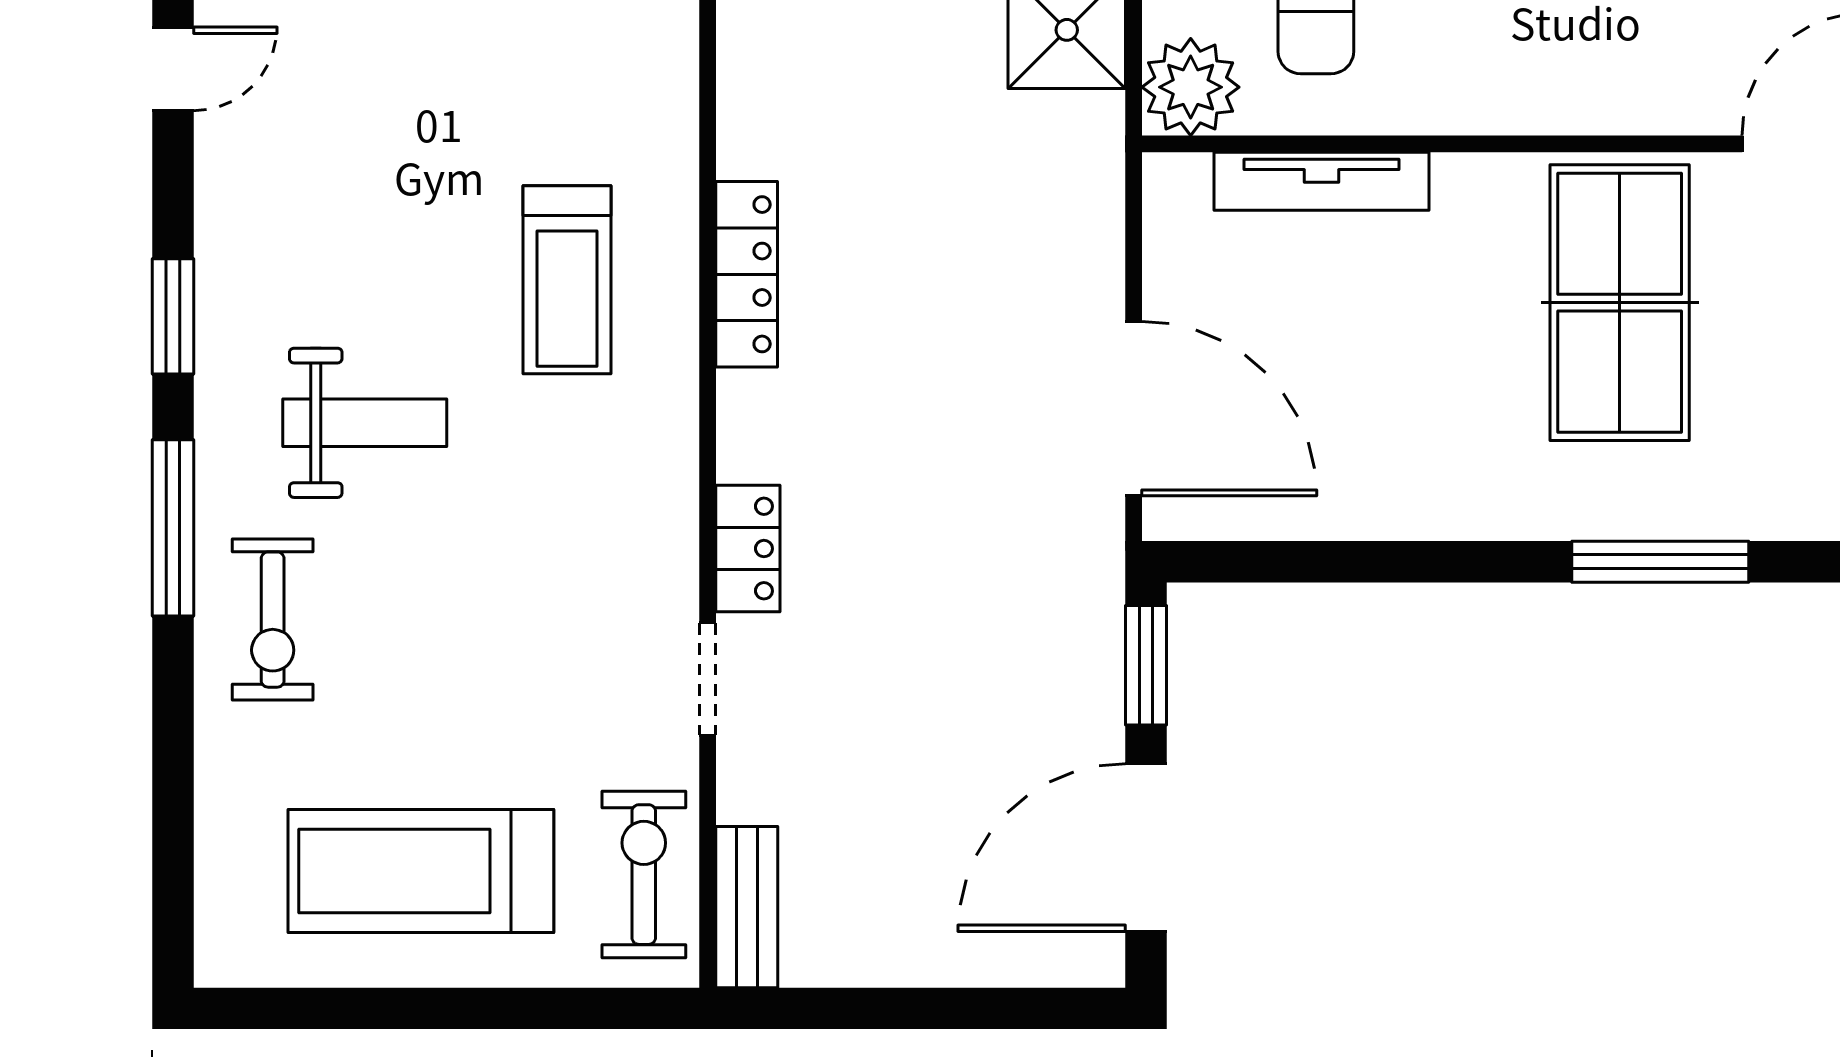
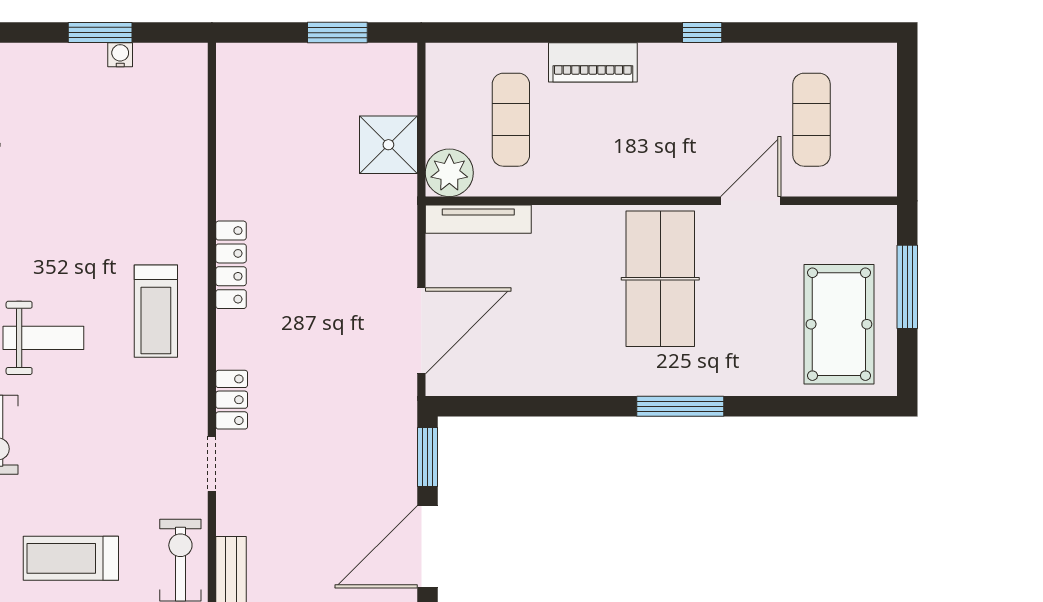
tv unit: (1321, 181) -> (478, 219), moved
treadmill: (567, 280) -> (156, 311), moved
door: (1134, 409) -> (421, 331), hinge flipped
treadmill: (421, 871) -> (71, 558), width x0.73, depth x0.73

